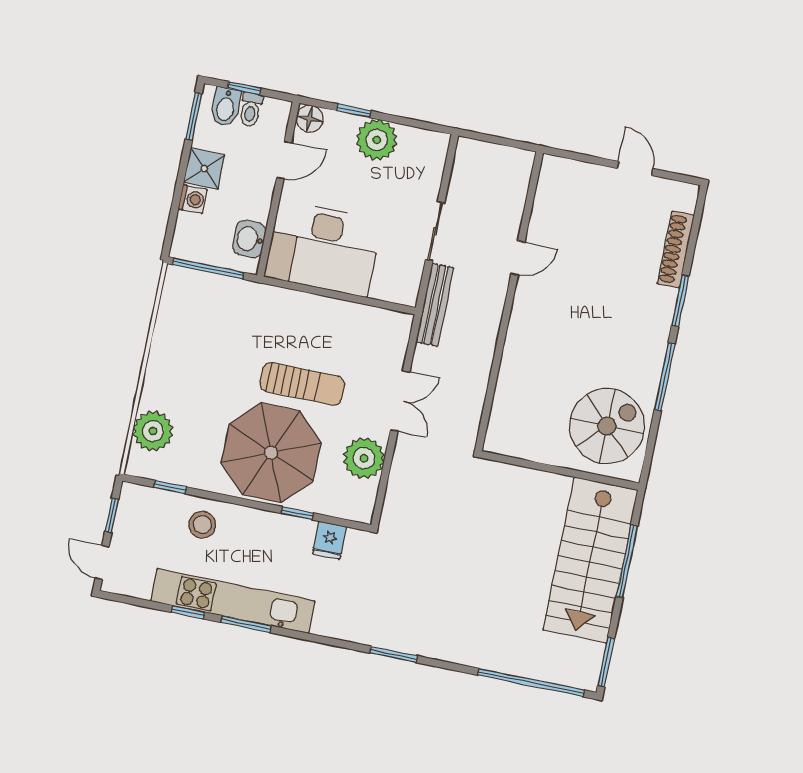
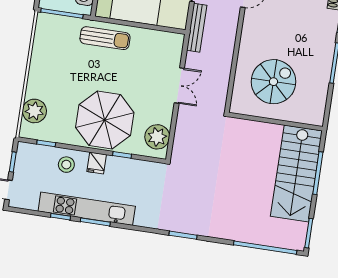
sun lounger: (302, 384) -> (105, 38), moved
spiral stairs: (607, 426) -> (273, 82), moved
plant: (364, 458) -> (157, 137), moved
fridge: (329, 540) -> (97, 163), moved

